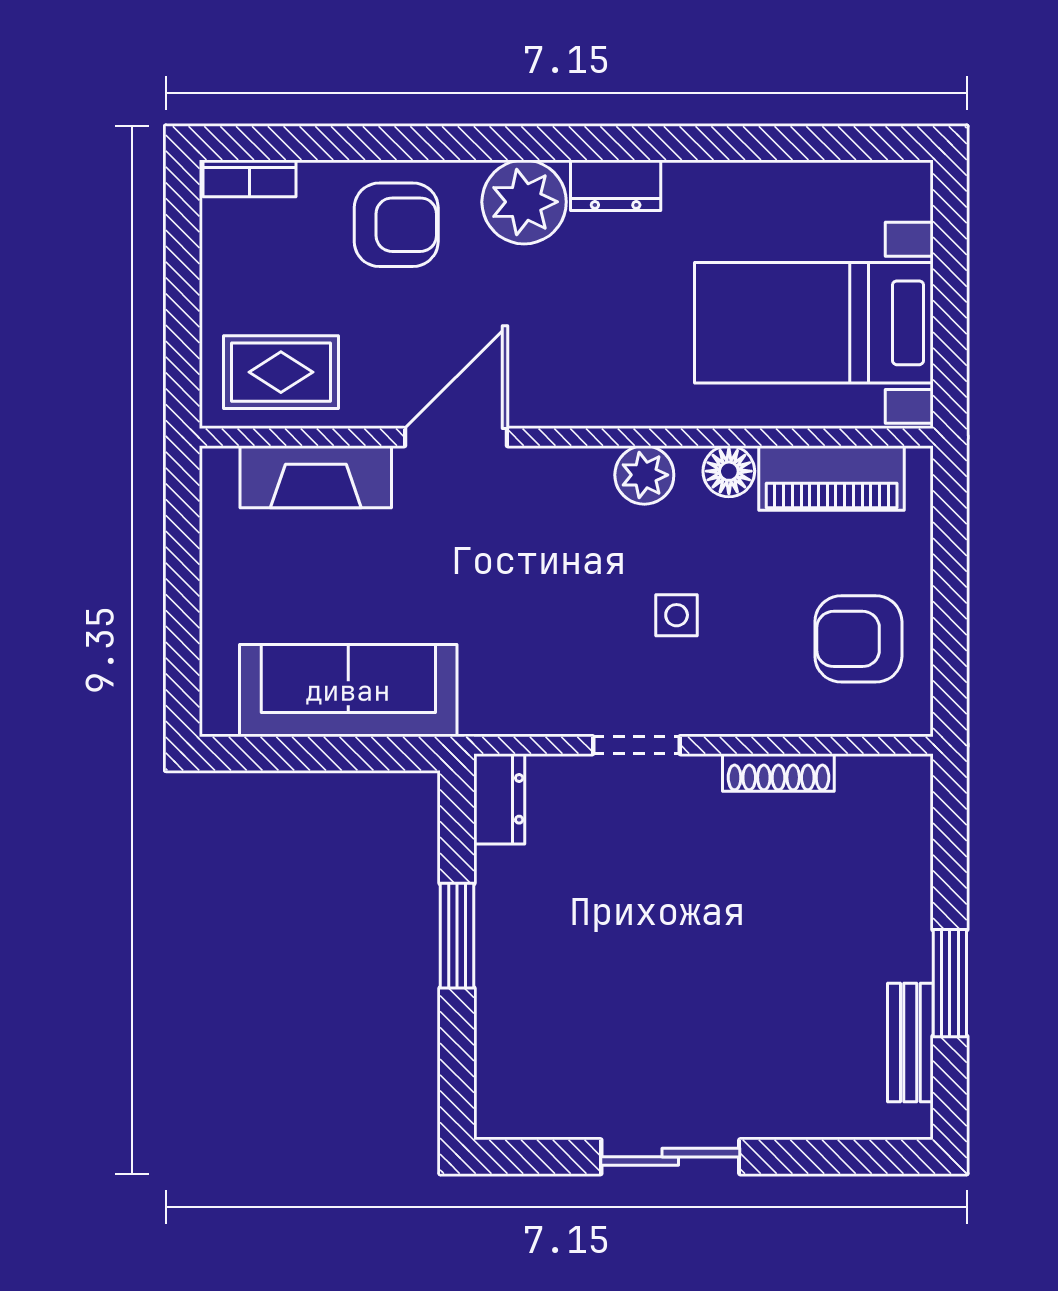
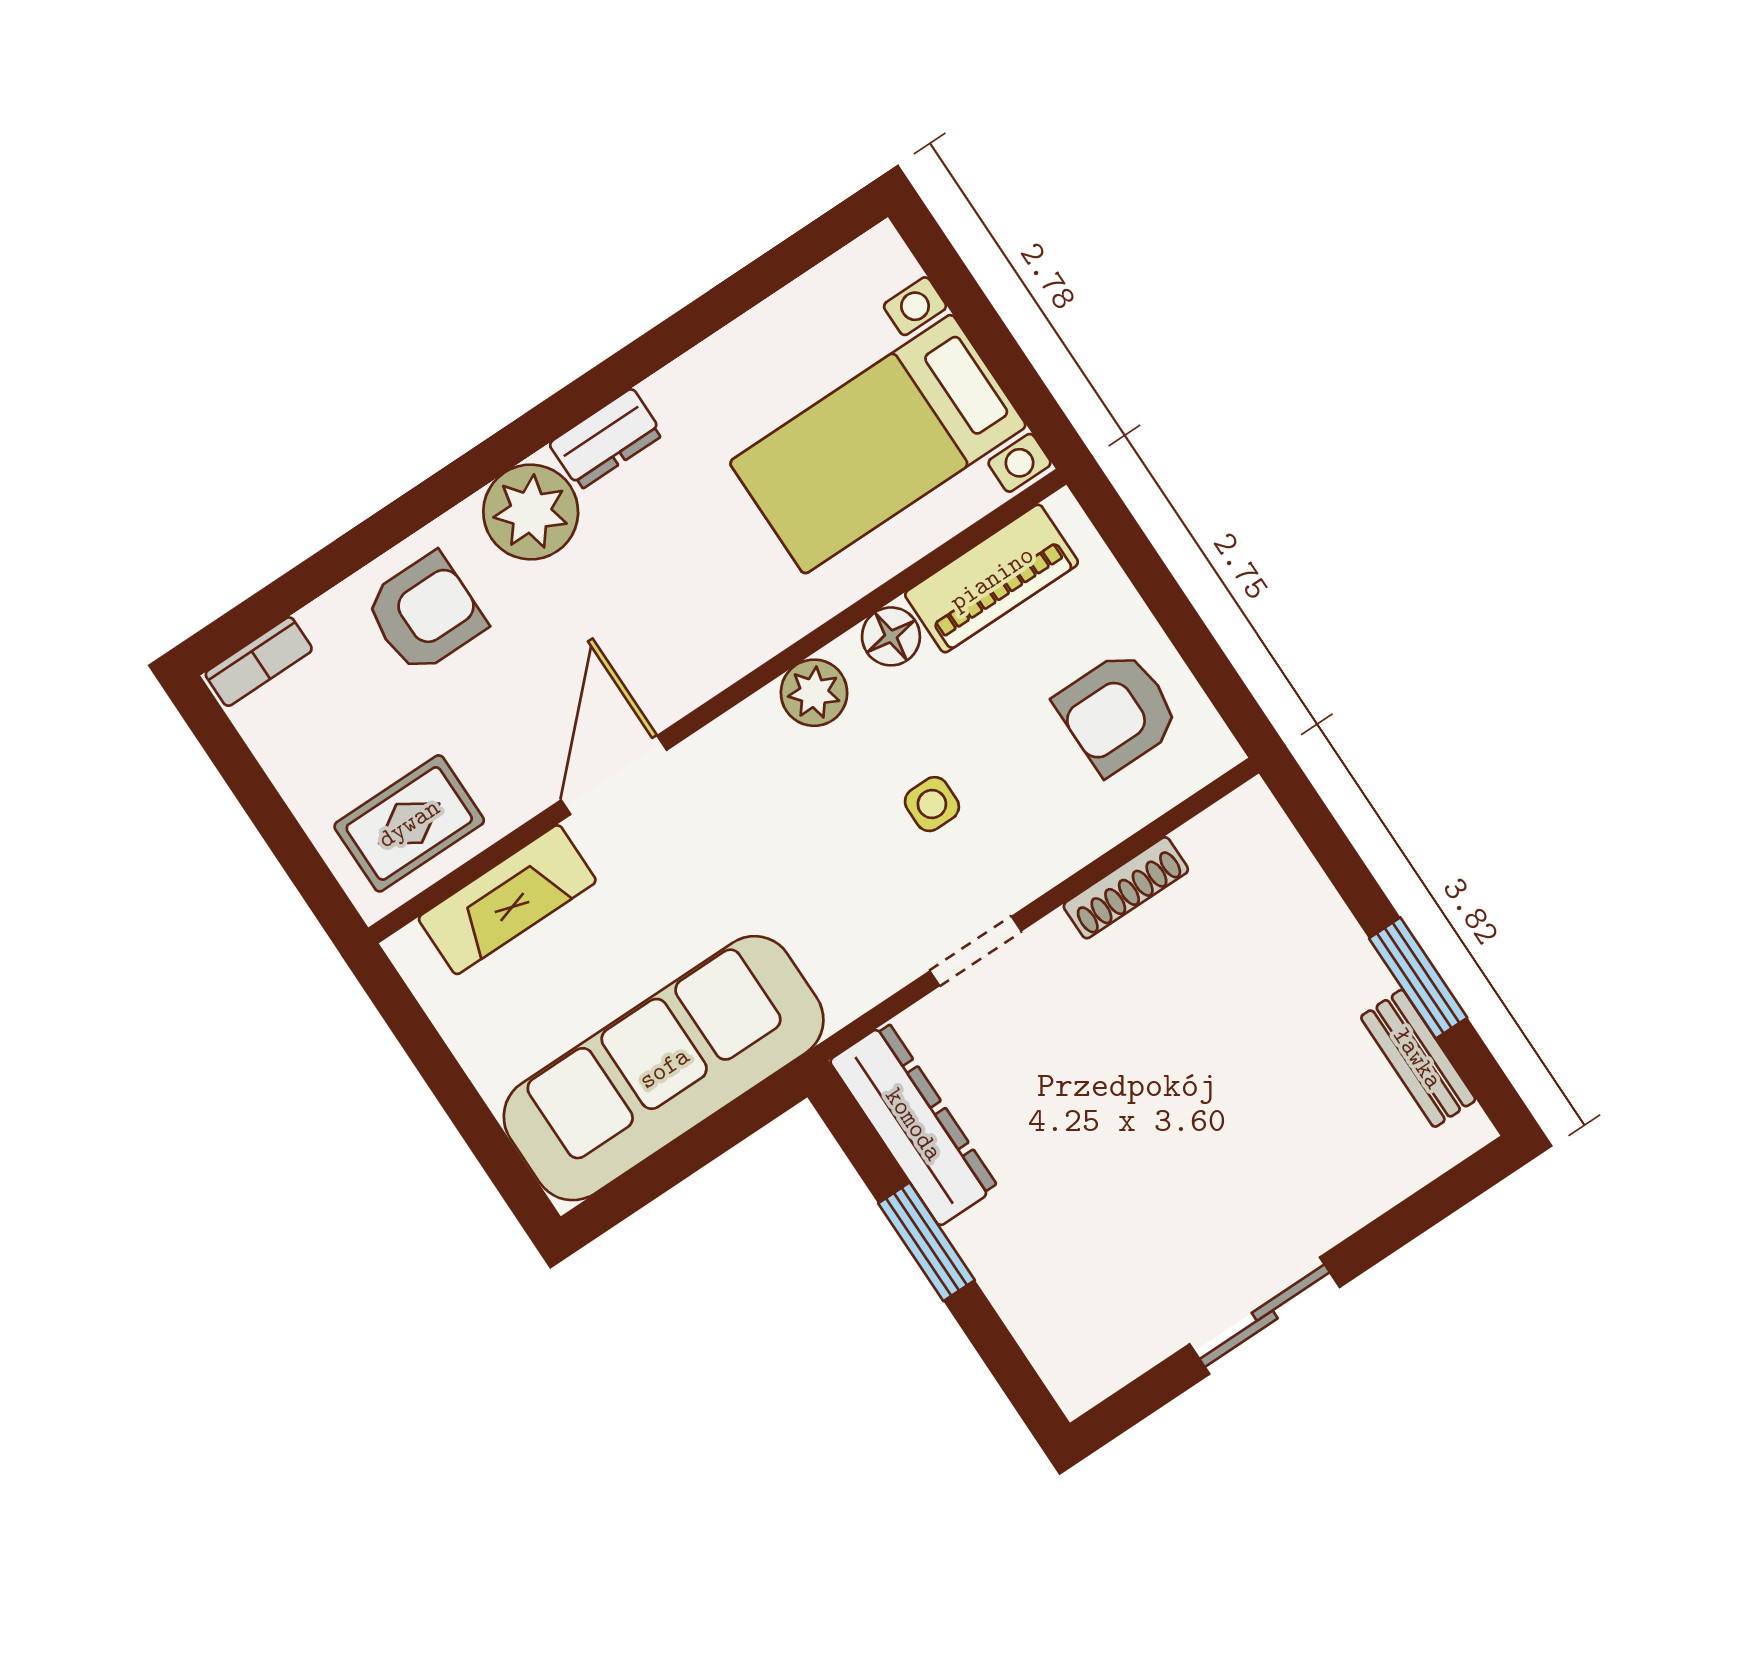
sofa: (348, 691) -> (664, 1068), width x1.36, depth x1.27
dresser: (499, 799) -> (914, 1124), width x1.96, depth x1.24

